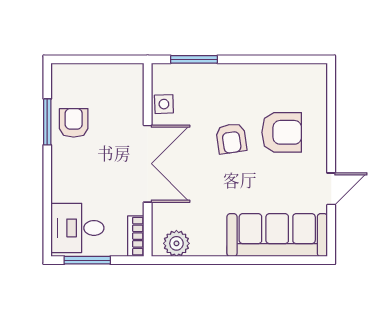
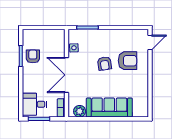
double door: (148, 164) -> (66, 75), swing flipped
door: (331, 189) -> (150, 42), moved
sofa: (277, 235) -> (109, 107), moved

